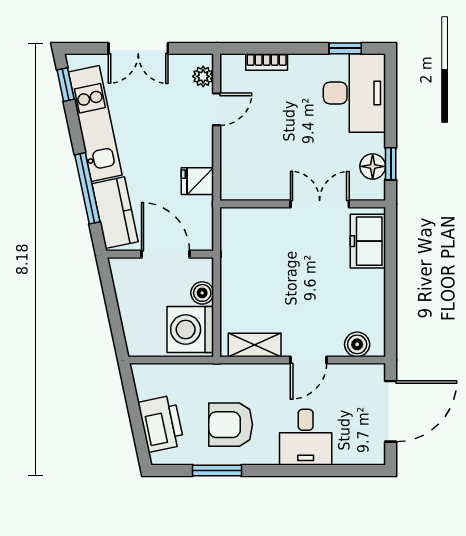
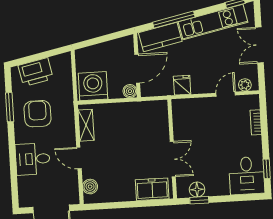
desk: (354, 93) -> (247, 176), width x0.73
door: (217, 109) -> (226, 94), swing flipped
boiler: (202, 293) -> (130, 91), moved

